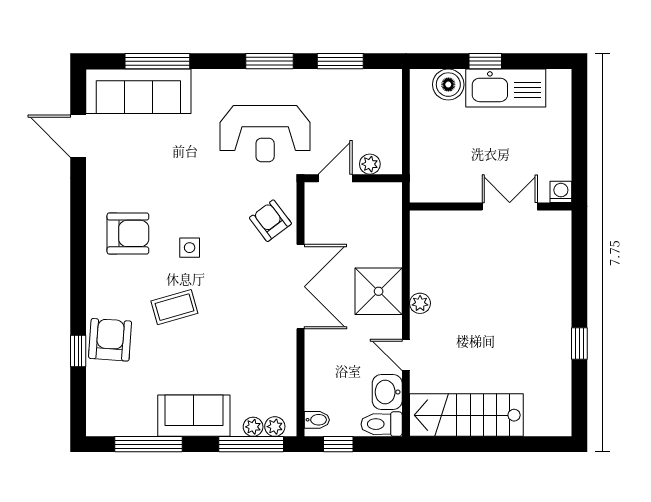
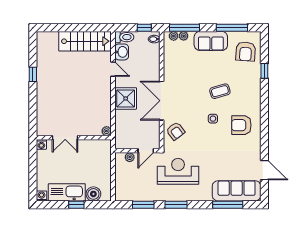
washing machine: (561, 80) -> (42, 196), added
plant: (420, 303) -> (106, 131), moved
armchair: (110, 340) -> (246, 51), moved

